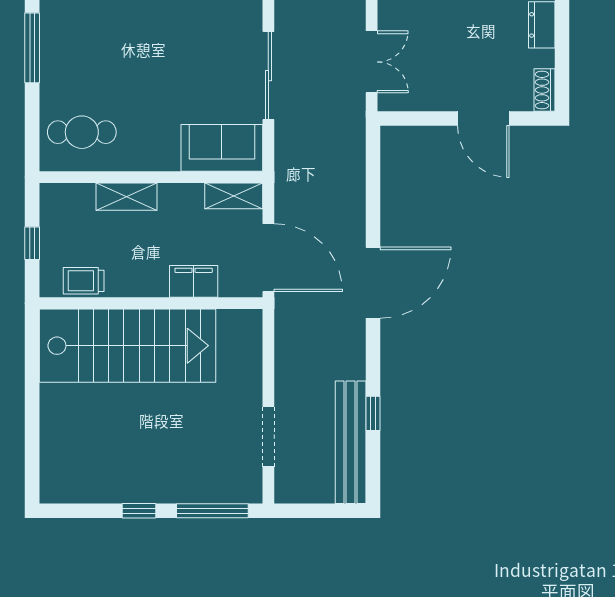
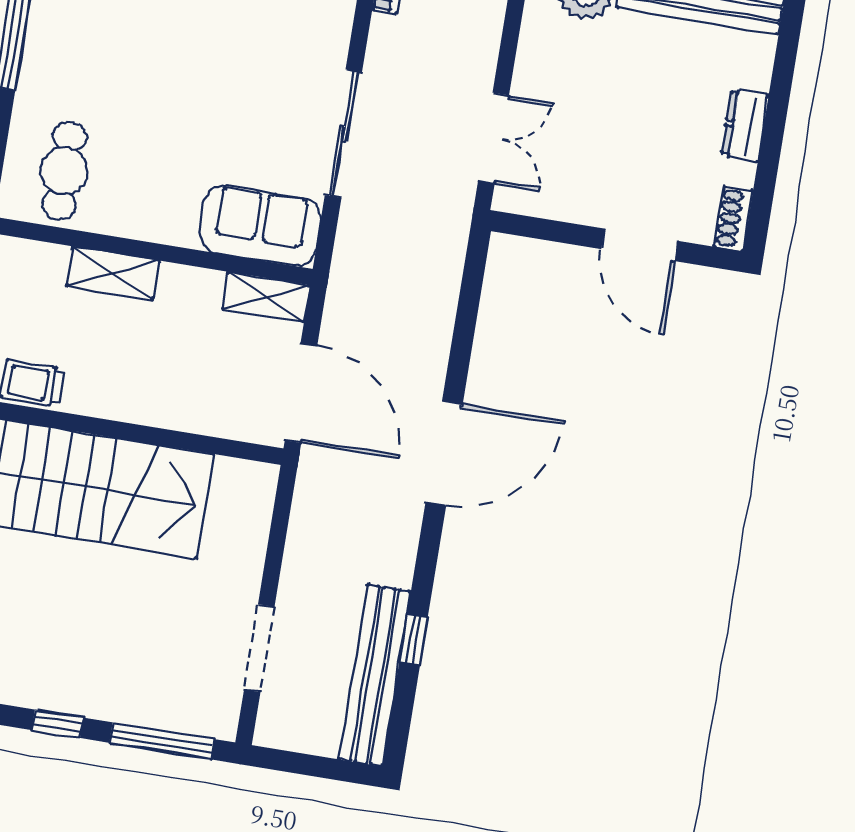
cafe table: (82, 132) -> (64, 171), turned 90
filing cabinet: (194, 281) -> (189, 410), removed

